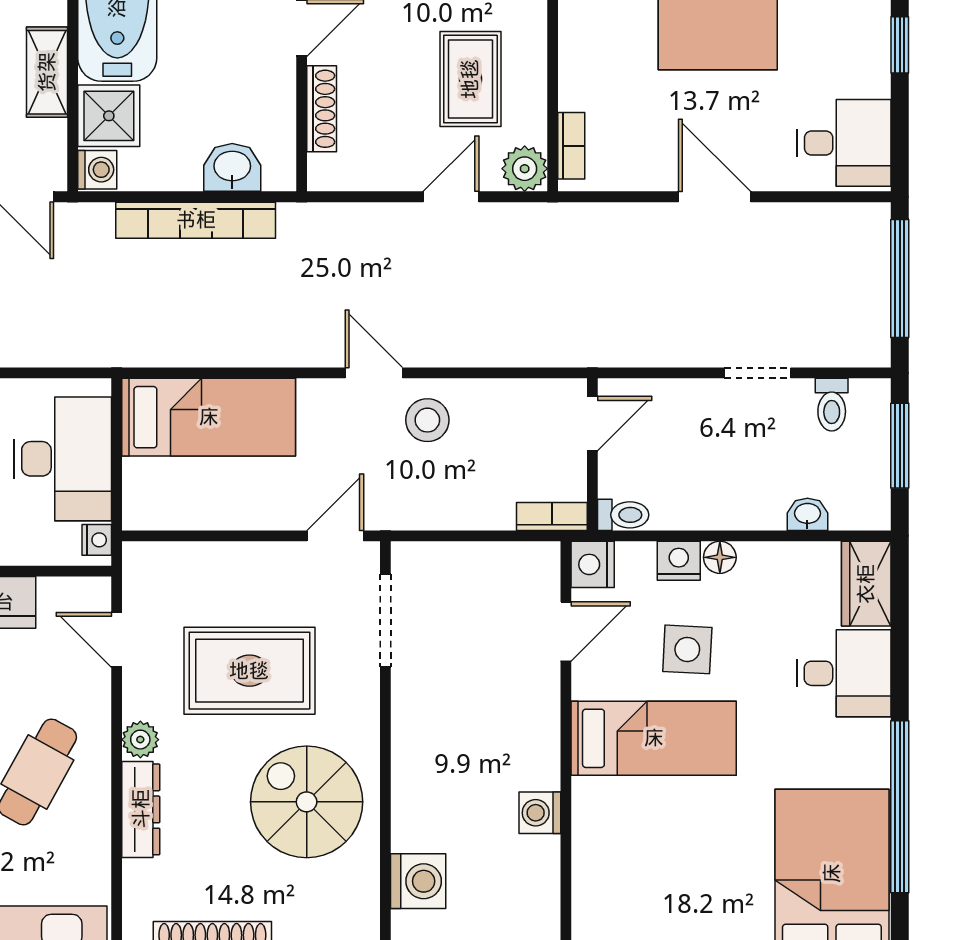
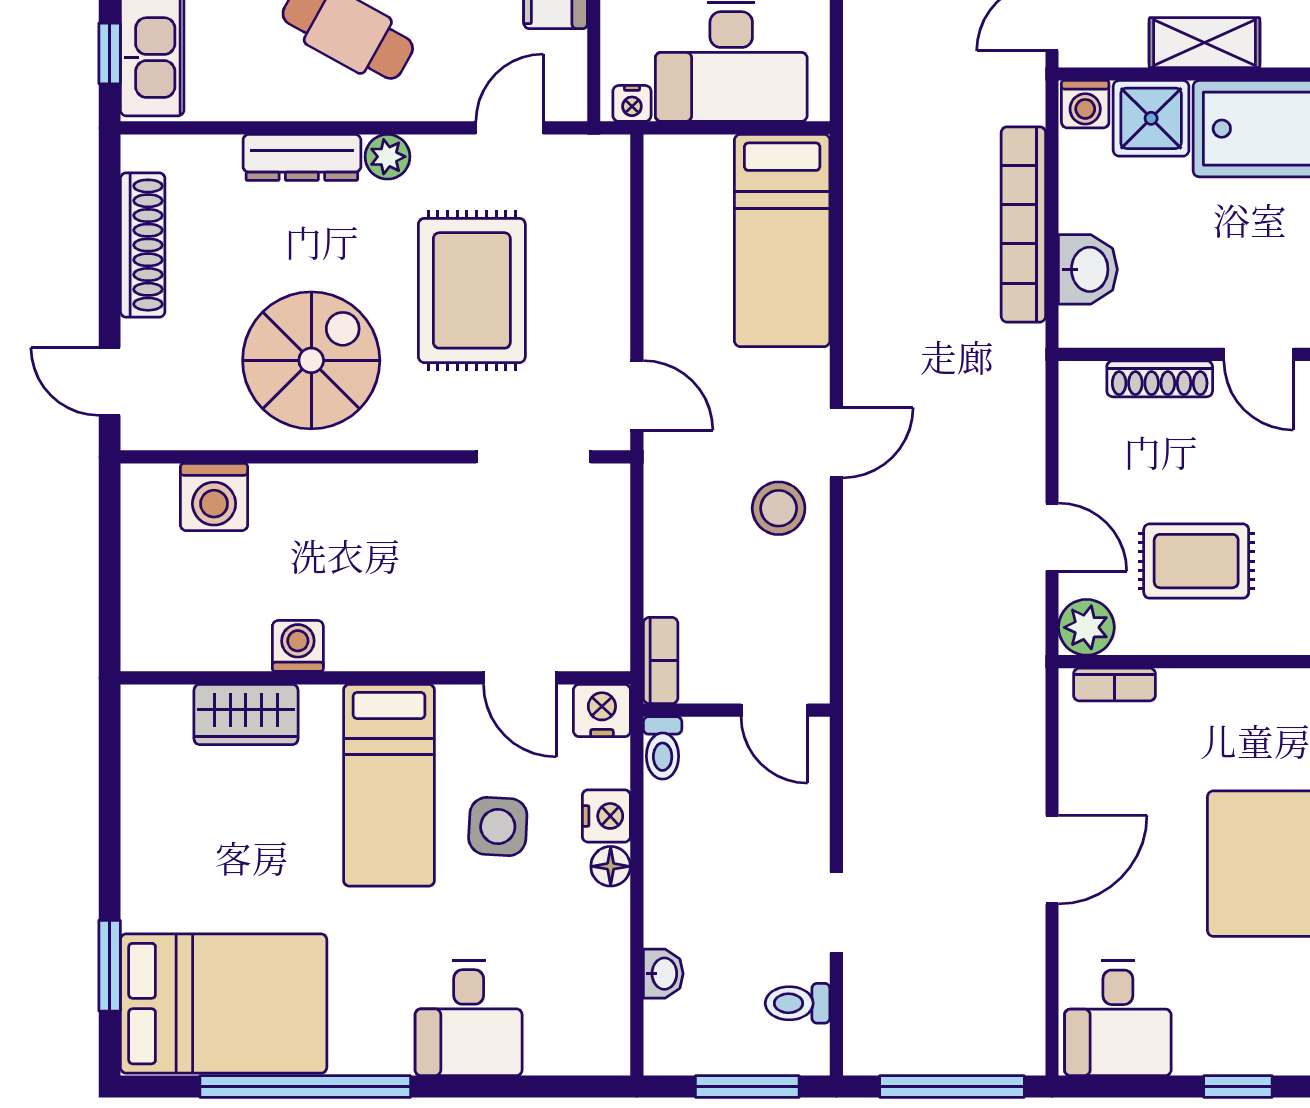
wardrobe: (866, 584) -> (246, 714), moved, turned 180

